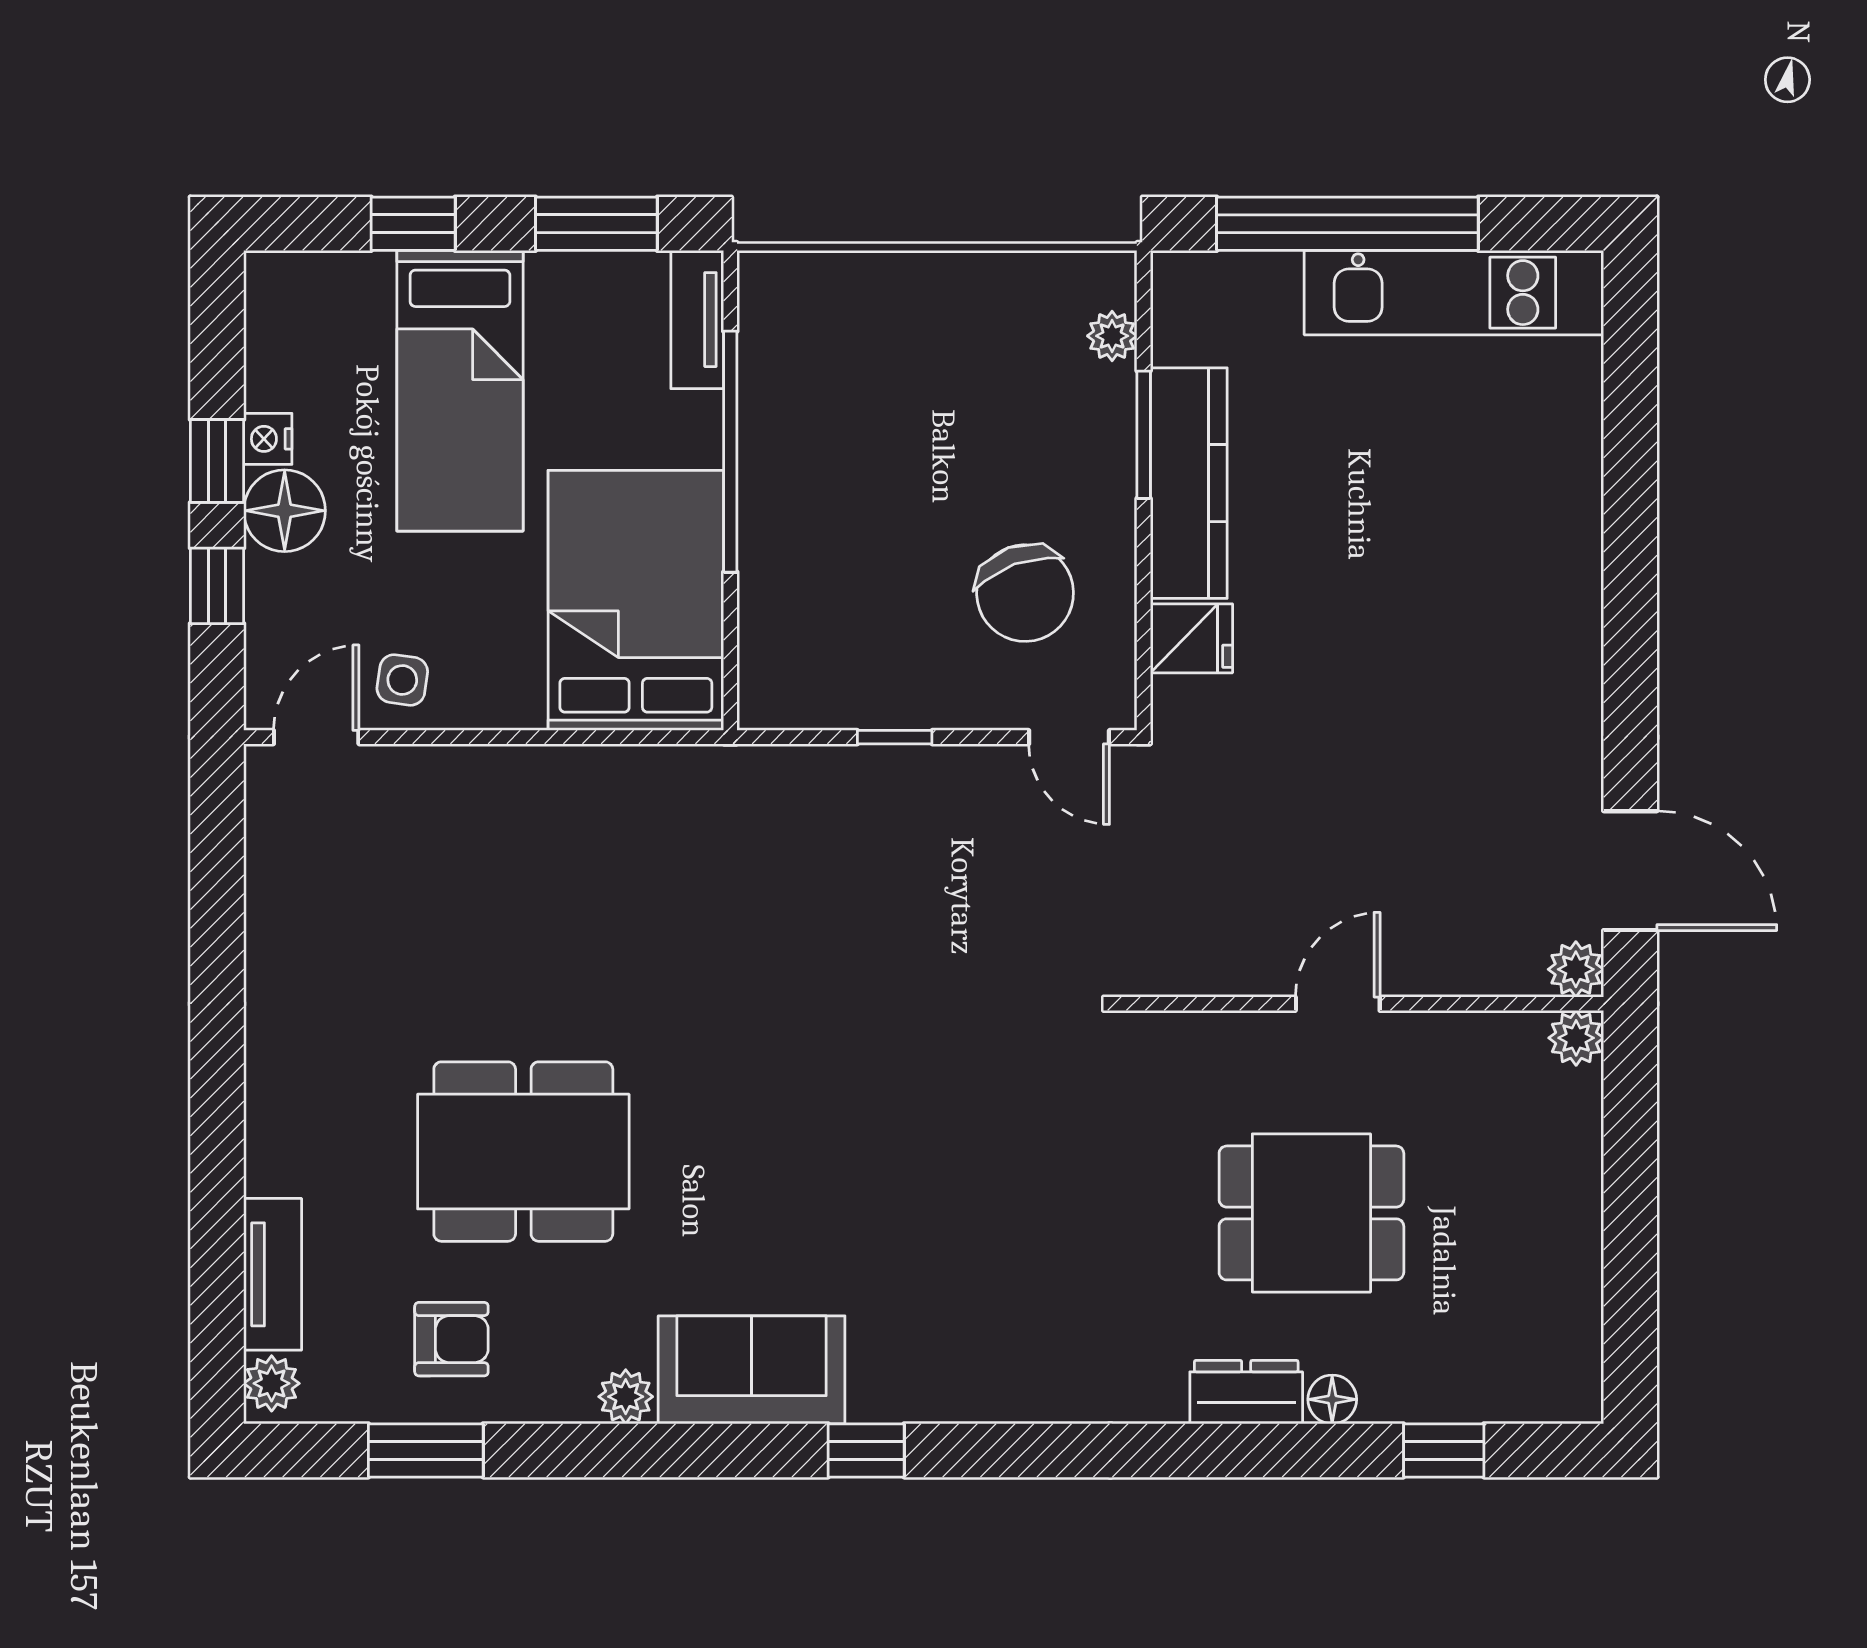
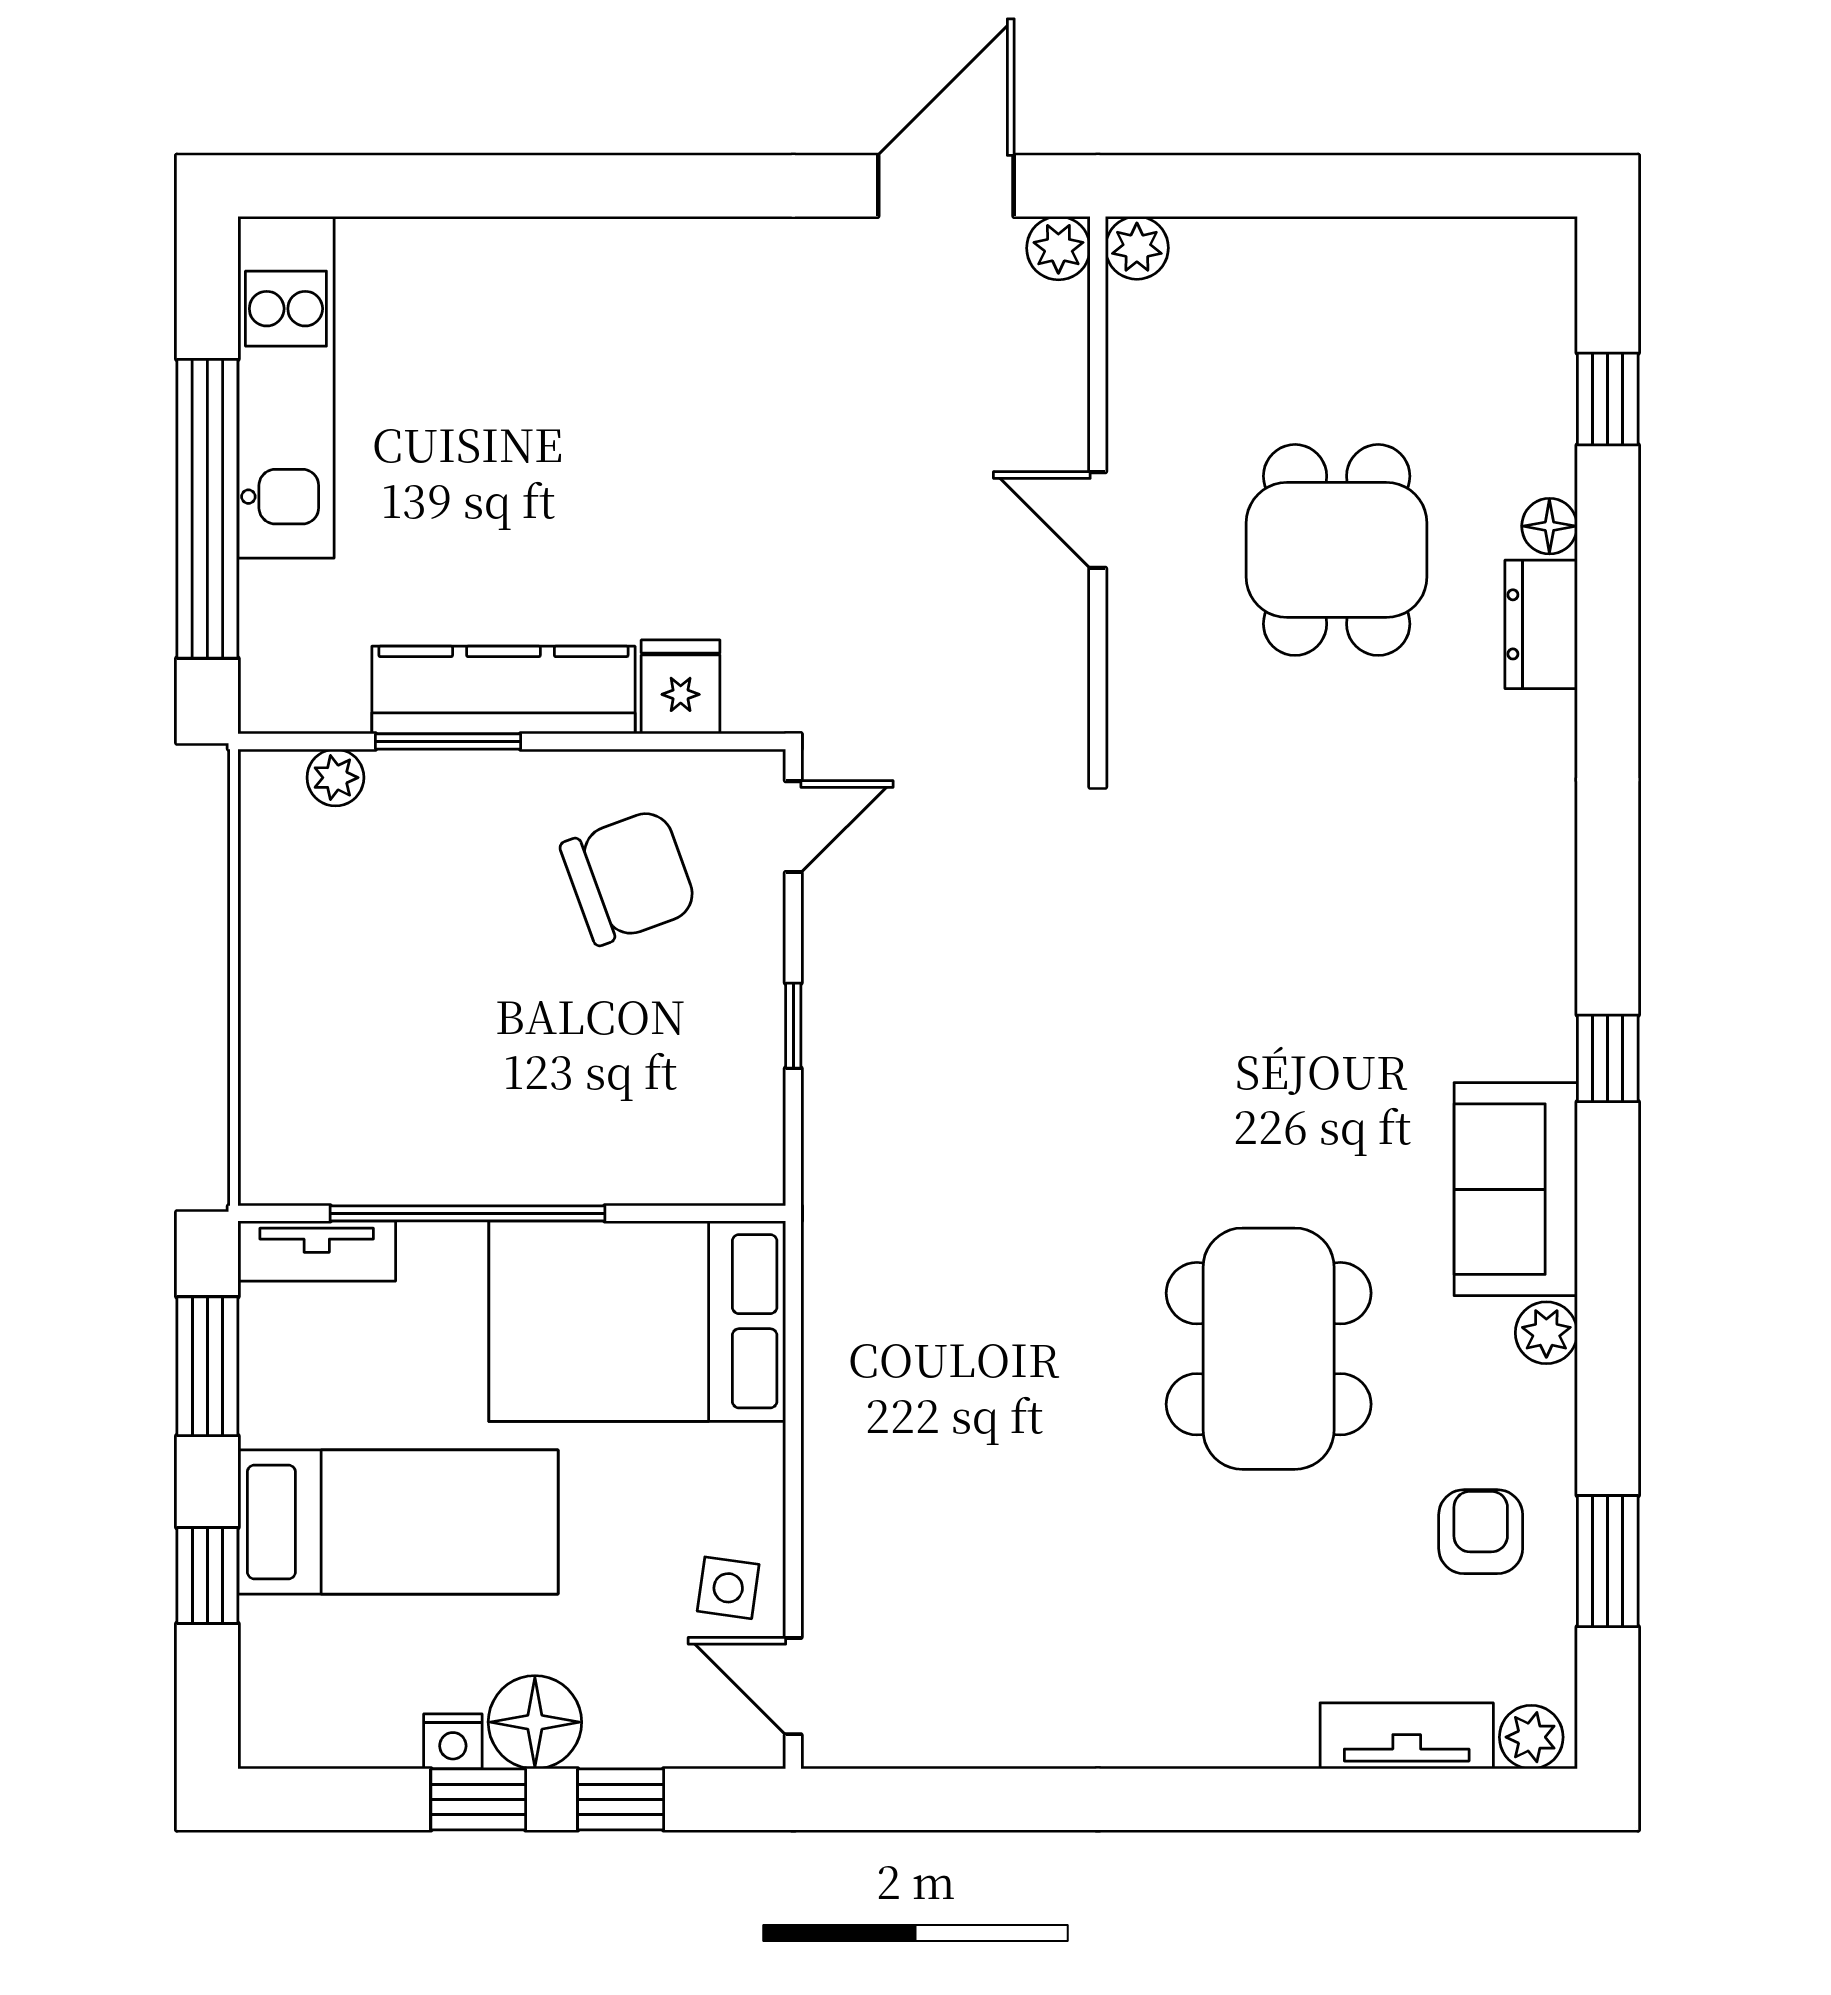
dining table: (523, 1152) -> (1269, 1349), moved

